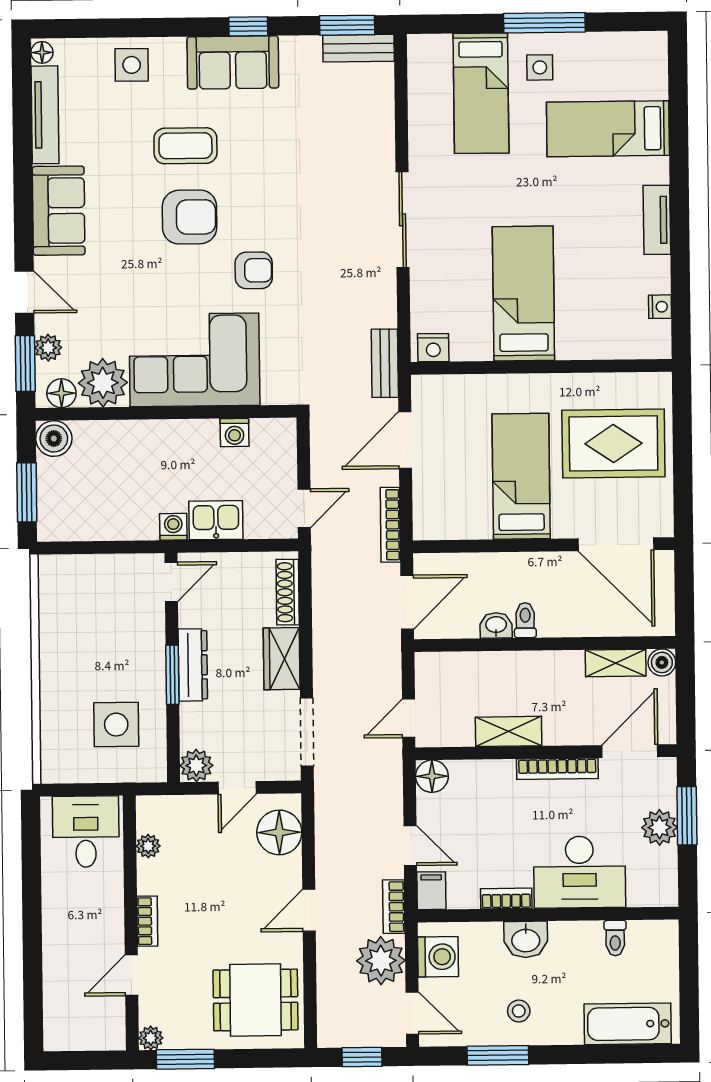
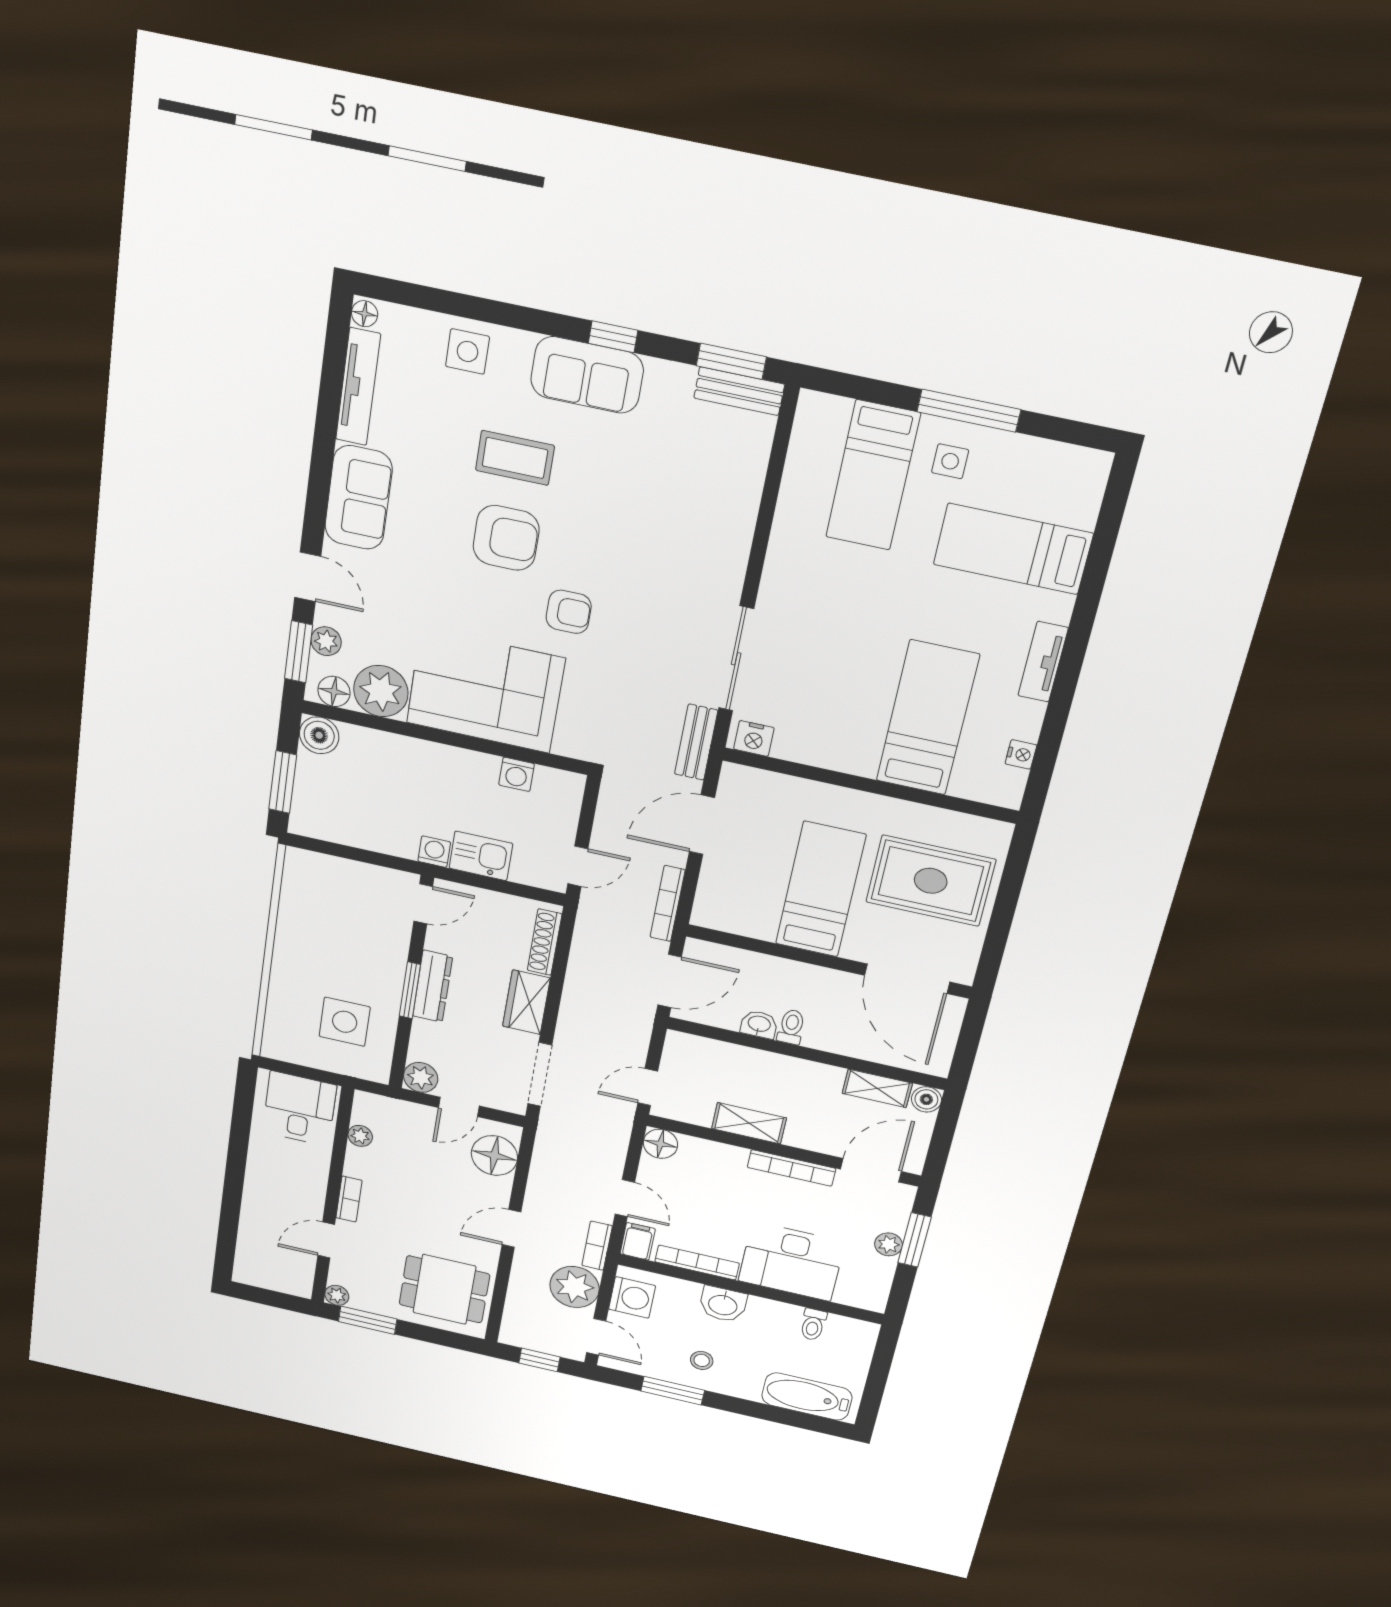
sliding door: (403, 220) -> (736, 659), moved
bed: (523, 293) -> (928, 718), moved
plant: (660, 827) -> (889, 1244), width x0.73, depth x0.73
bookcase: (506, 899) -> (697, 1263), width x1.56

